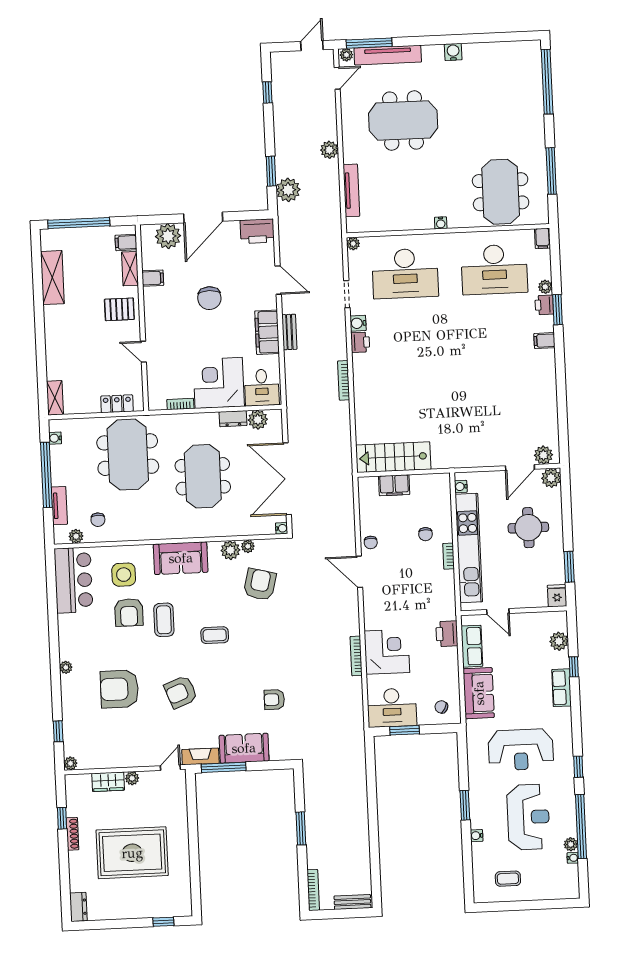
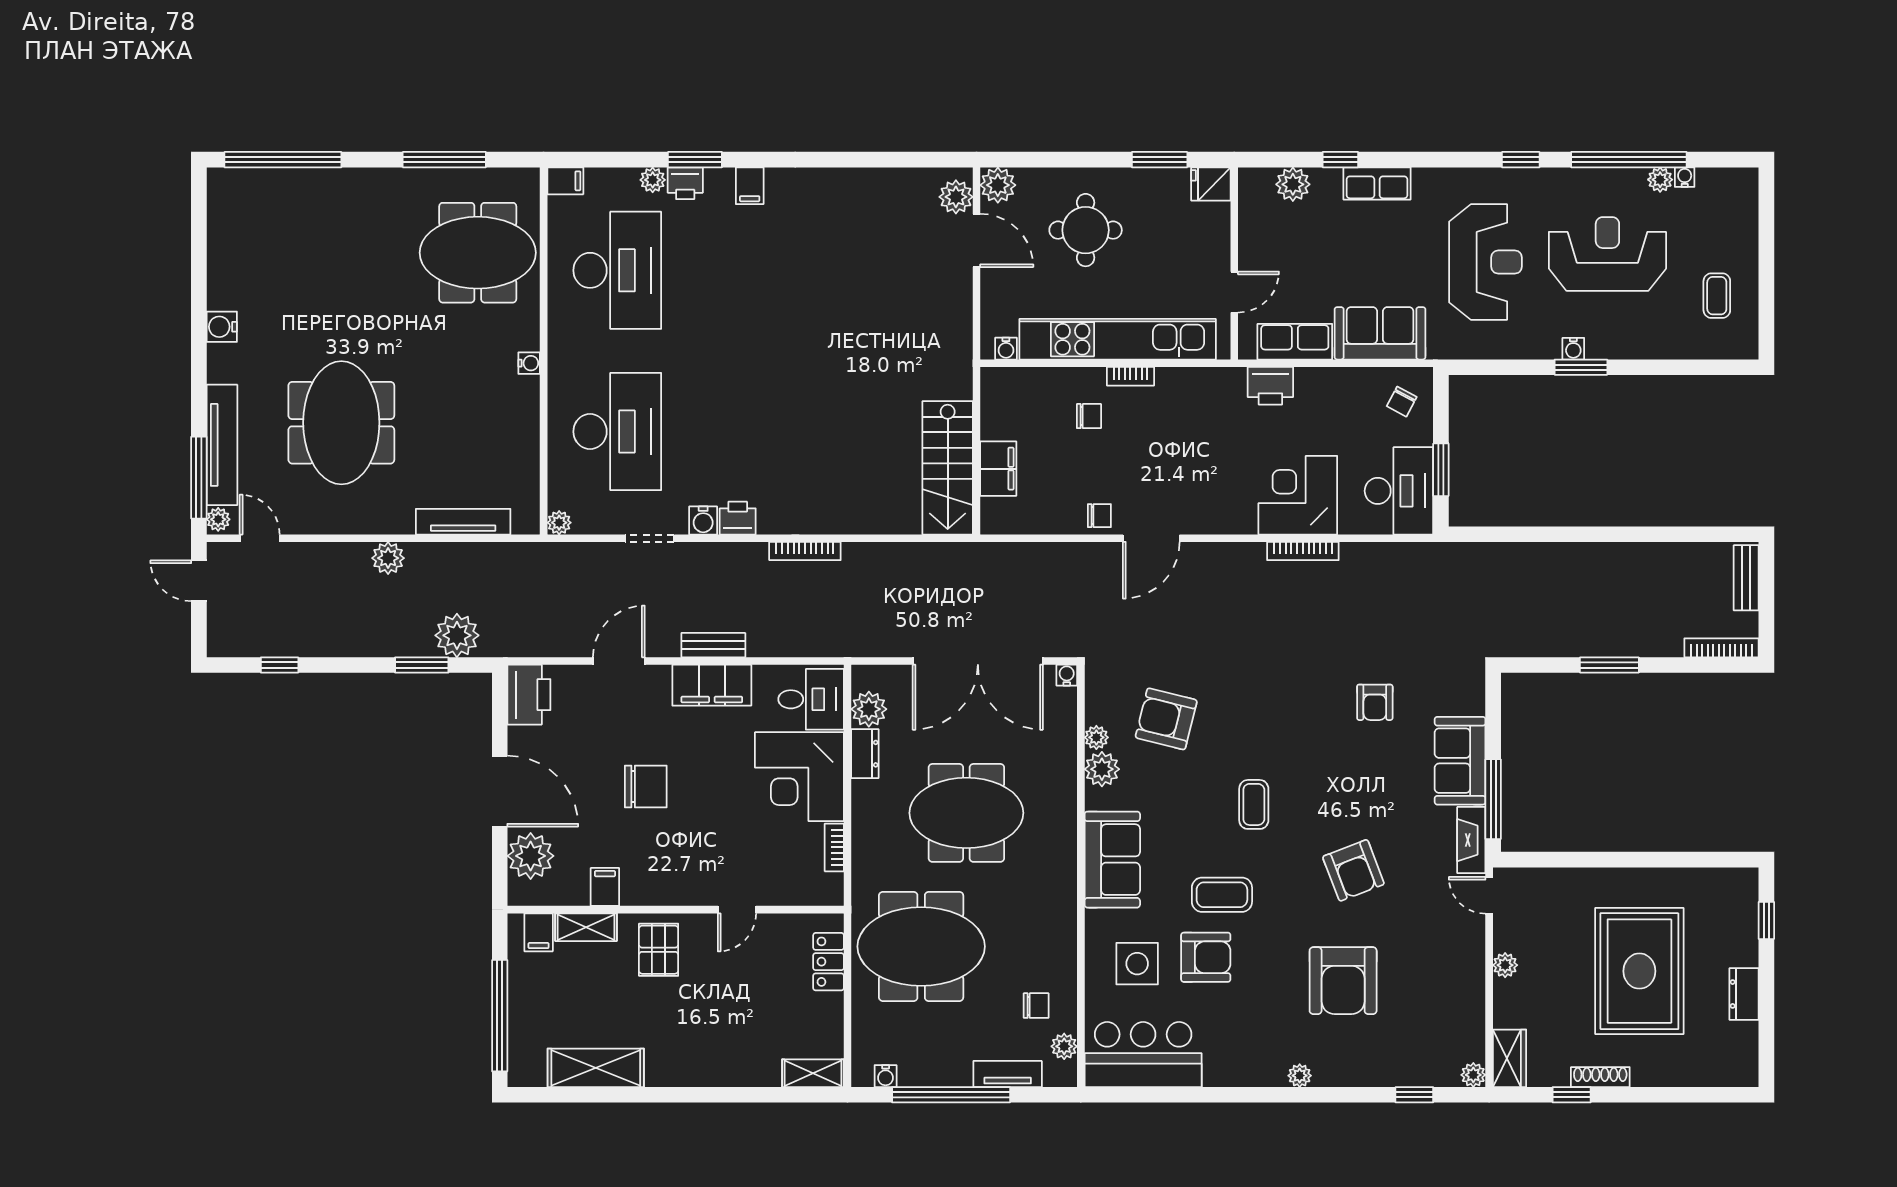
wardrobe: (108, 782) -> (1509, 1058), moved
water cooler: (477, 836) -> (1573, 349), moved
dresser: (78, 907) -> (1744, 994), moved, turned -90

